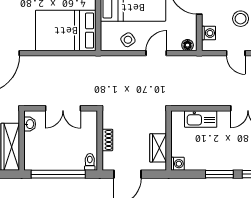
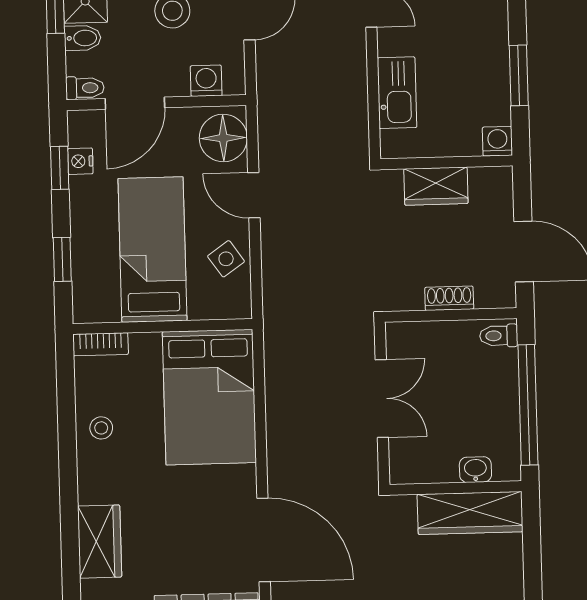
floor lamp: (188, 45) -> (223, 138), width x1.89, depth x1.89
washbasin: (30, 124) -> (475, 470), moved
wardrobe: (158, 148) -> (436, 186), moved
window: (219, 174) -> (519, 75), moved

